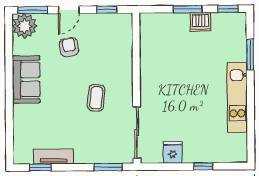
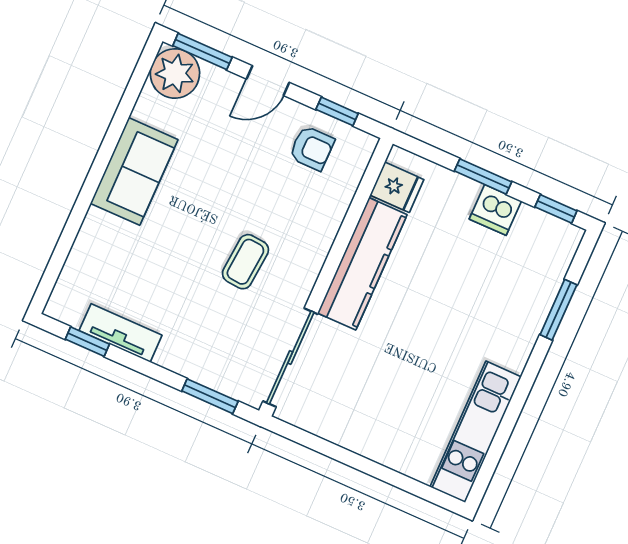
armchair: (69, 47) -> (312, 148), moved, turned 98
kitchen counter: (150, 74) -> (362, 264), added
kitchen unit: (237, 97) -> (476, 432), moved
fridge: (173, 152) -> (397, 187), moved, turned 90
window: (203, 166) -> (382, 473), removed

